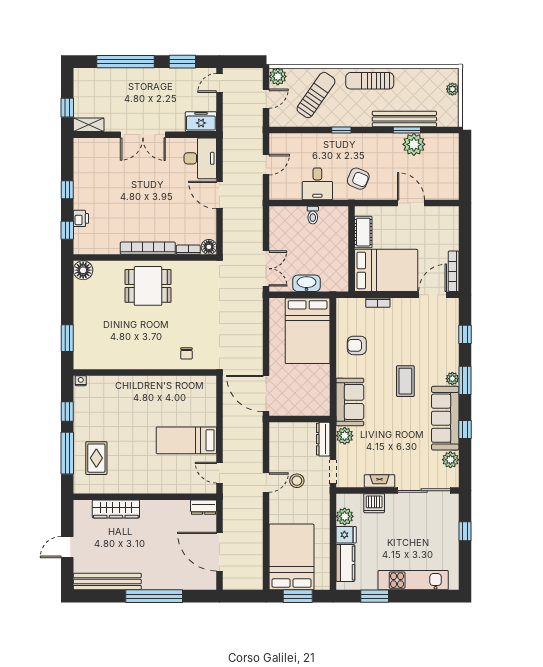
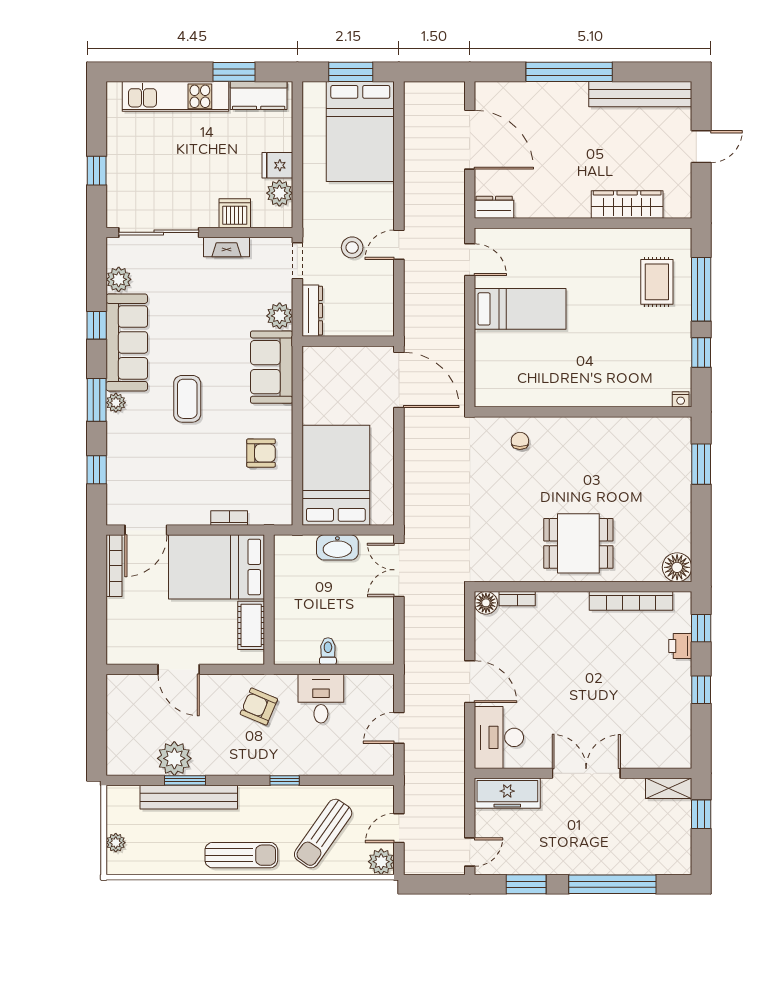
freezer: (201, 122) -> (507, 793), width x1.40
bookcase: (148, 248) -> (631, 601), moved
kitchen counter: (345, 563) -> (259, 95), moved, turned -90

